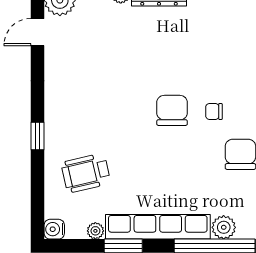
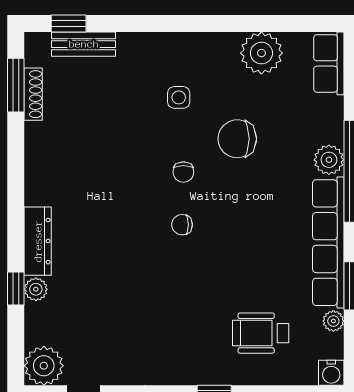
chair: (172, 110) -> (182, 225), width x0.54, depth x0.54
wheelchair: (86, 173) -> (261, 333), turned 103

